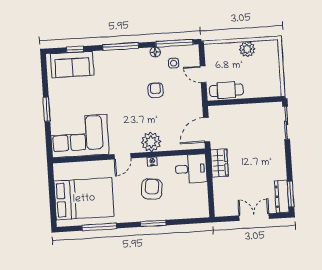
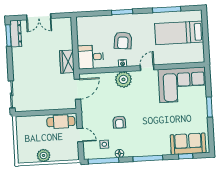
bed: (84, 199) -> (179, 33), width x0.67

